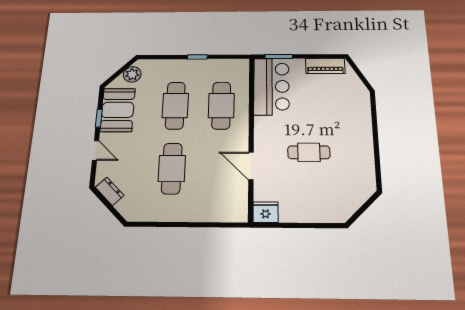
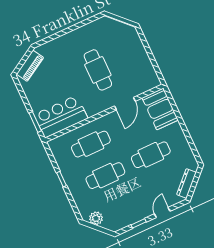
piano: (325, 66) -> (30, 66), moved, turned 59
booth: (118, 110) -> (160, 109), moved, turned 90
cafe table: (309, 152) -> (98, 70), width x1.37, depth x1.35
dresser: (110, 191) -> (187, 183), width x1.44
fridge: (266, 212) -> (152, 80), removed

